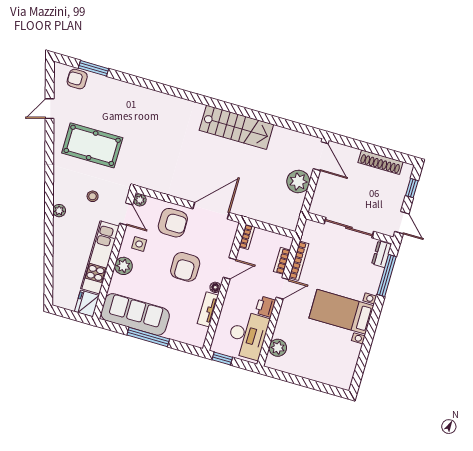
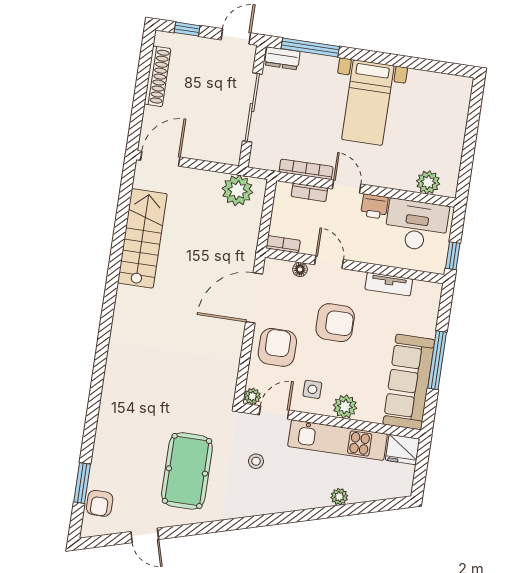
stairs: (236, 127) -> (142, 238), moved
plant: (298, 182) -> (237, 190), moved
plant: (59, 211) -> (339, 497), moved
door: (211, 211) -> (254, 298), hinge flipped
floor lamp: (215, 287) -> (300, 269), moved

